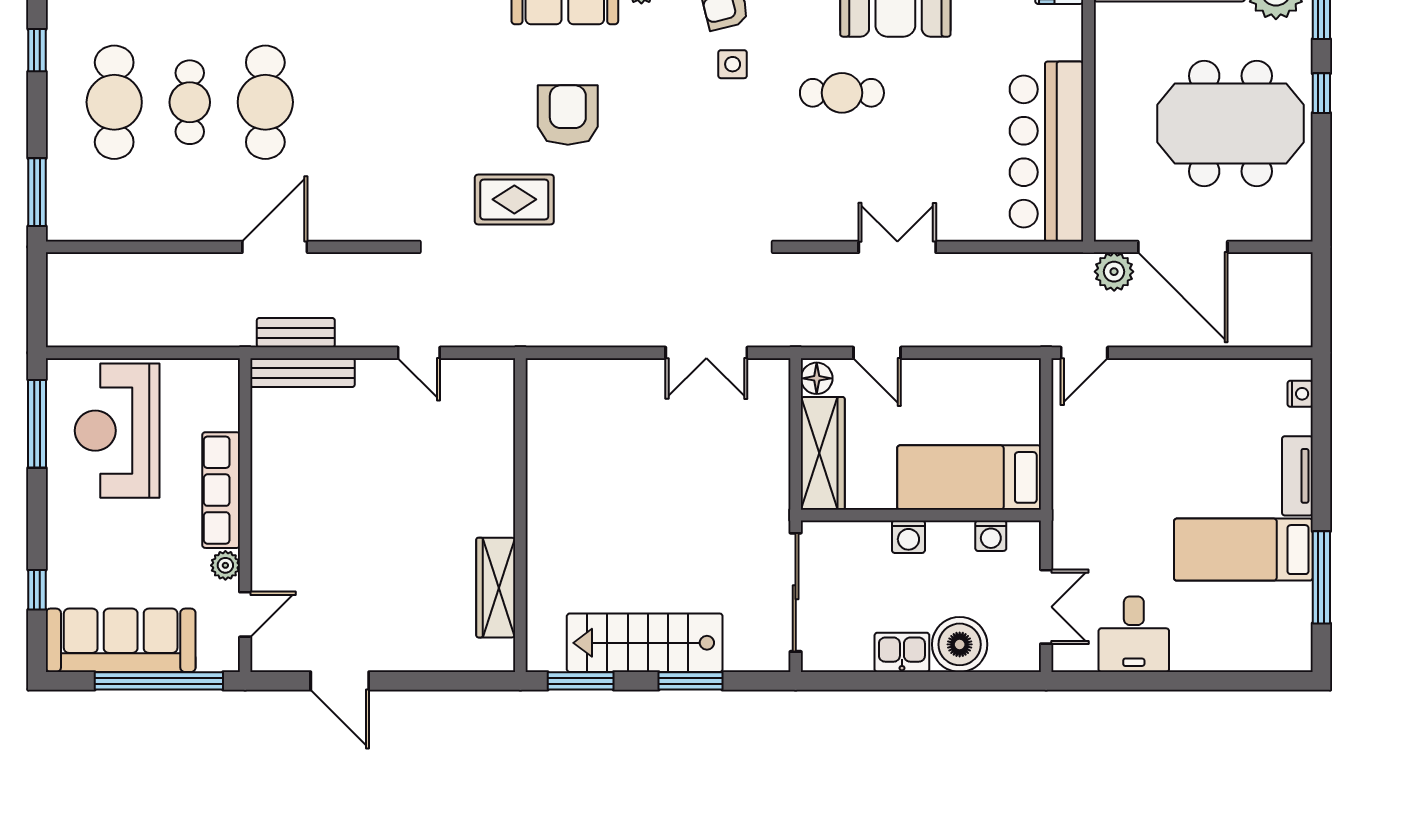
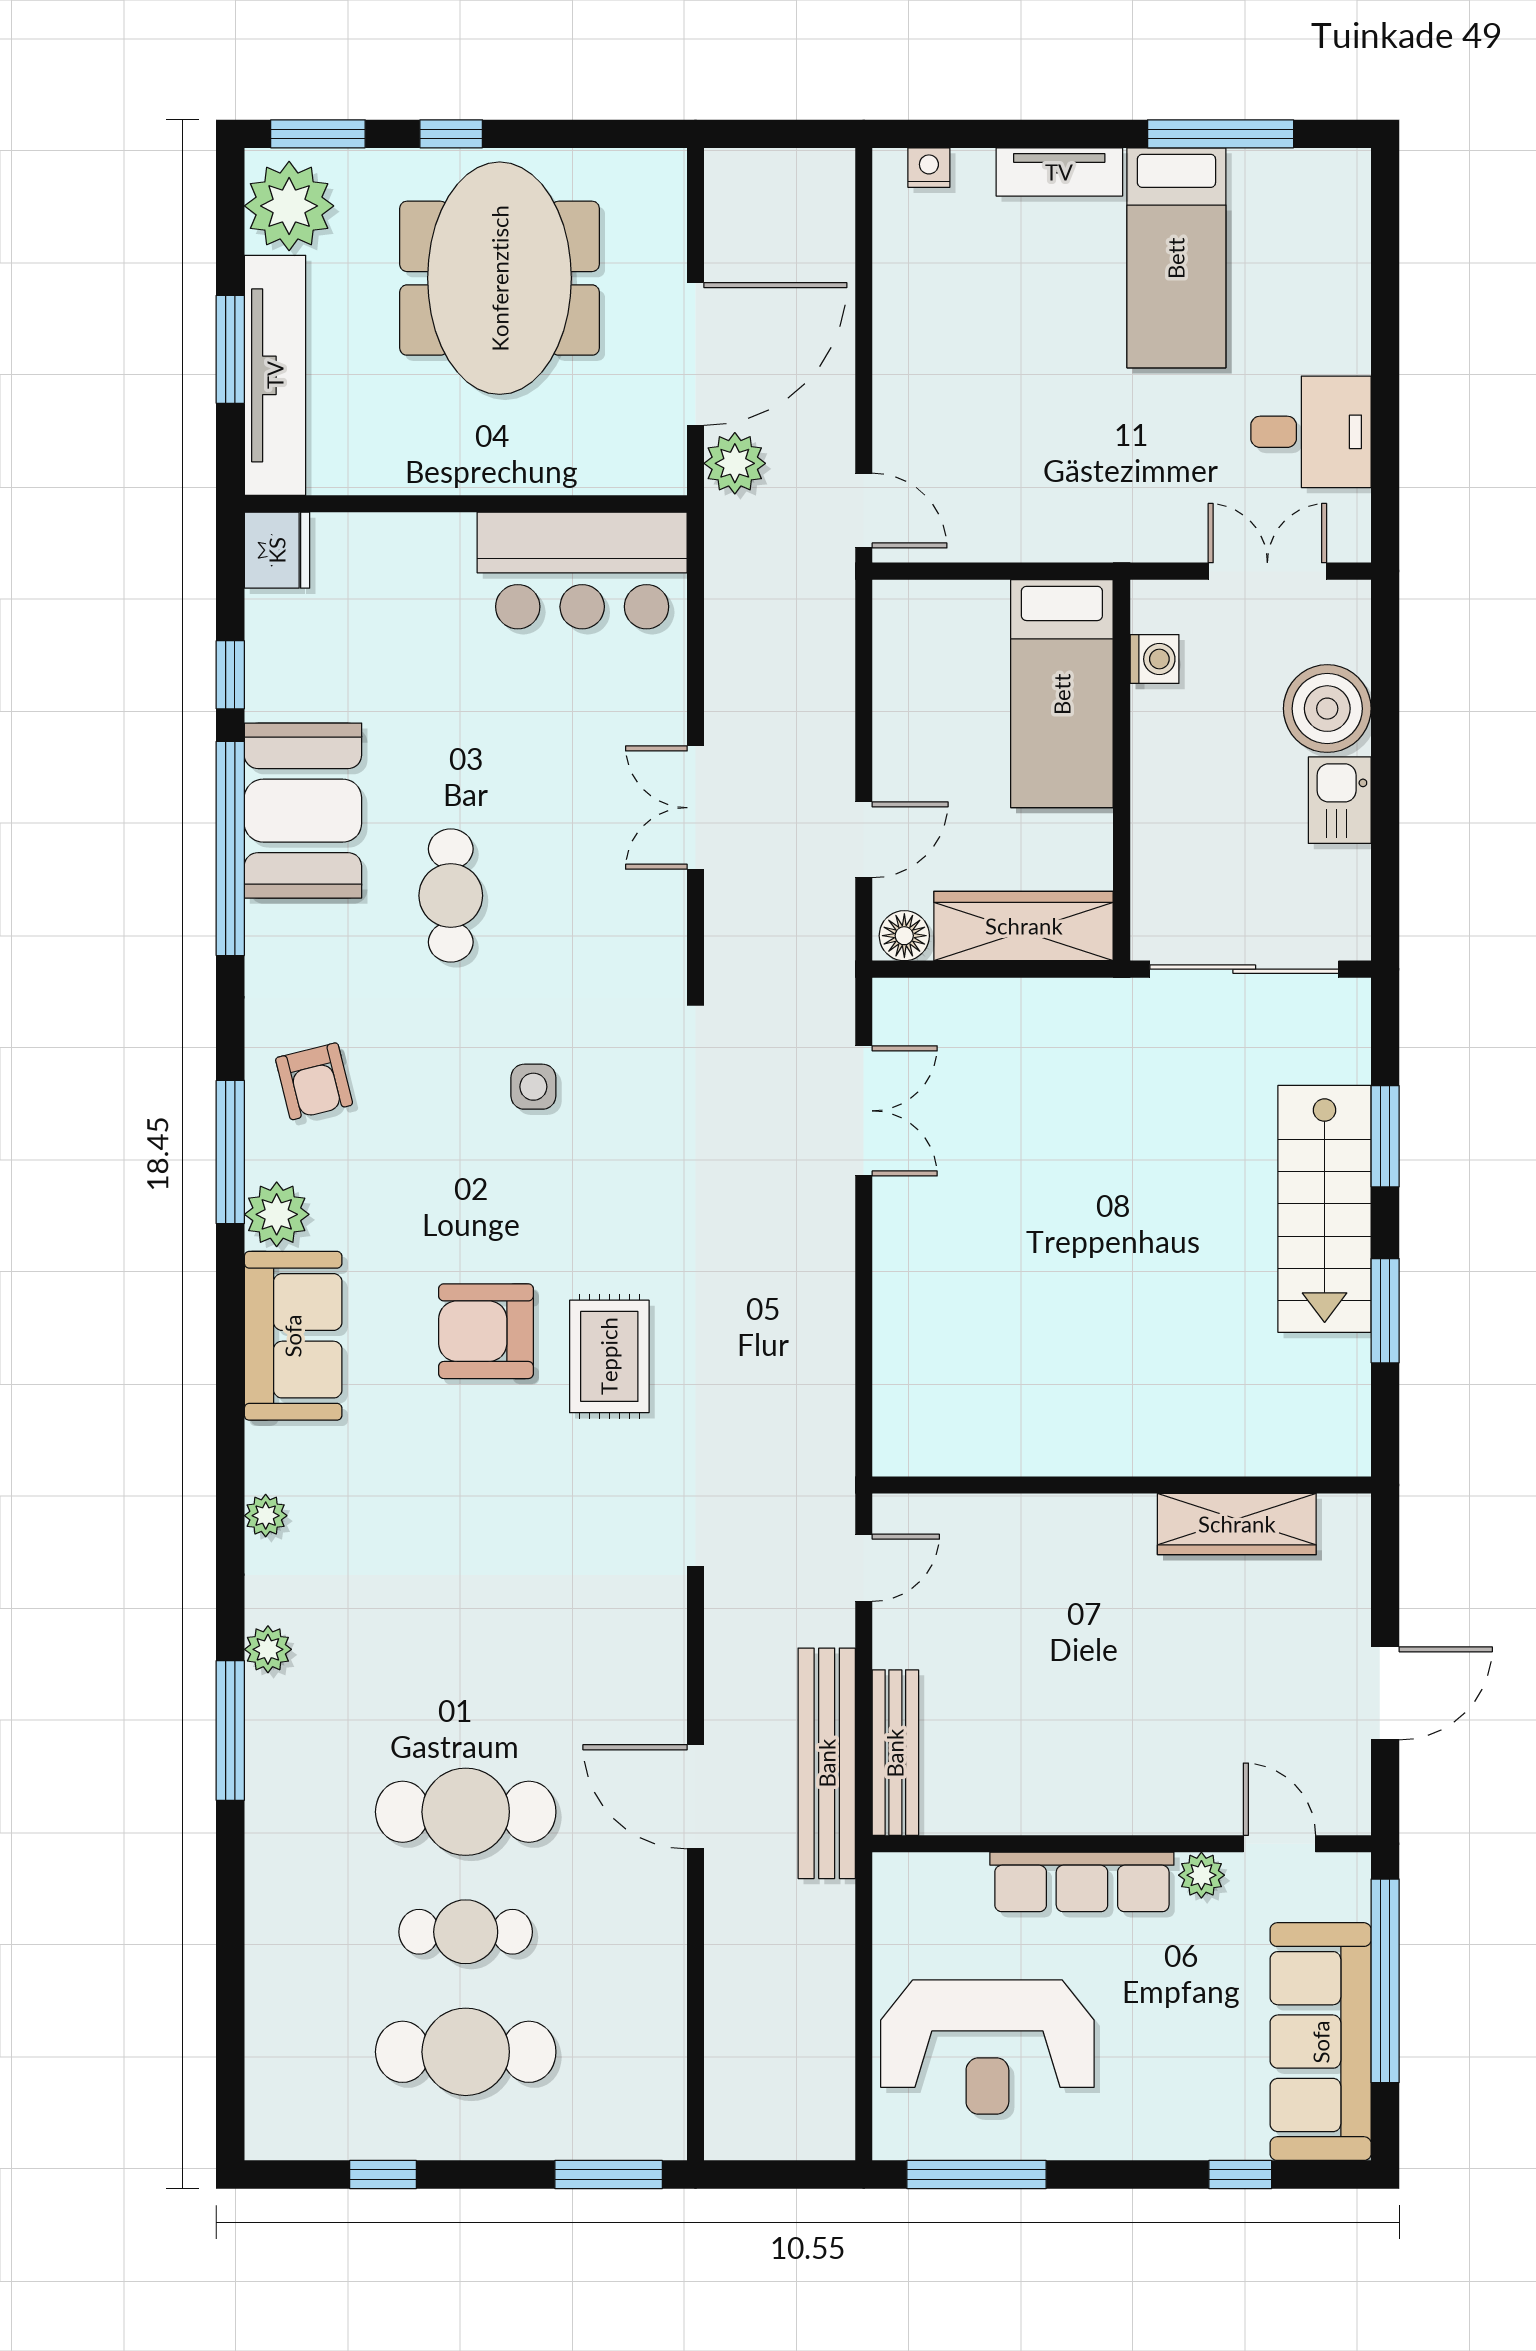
side table: (733, 64) -> (533, 1087), moved
bar counter: (1046, 151) -> (582, 571), width x0.73
rug: (514, 199) -> (609, 1356), moved
bench: (296, 333) -> (827, 1763), width x1.86, depth x1.21
wall: (520, 515) -> (1122, 1485), moved
washing machine: (908, 537) -> (1156, 790), removed
wardrobe: (496, 588) -> (1237, 1524), moved

